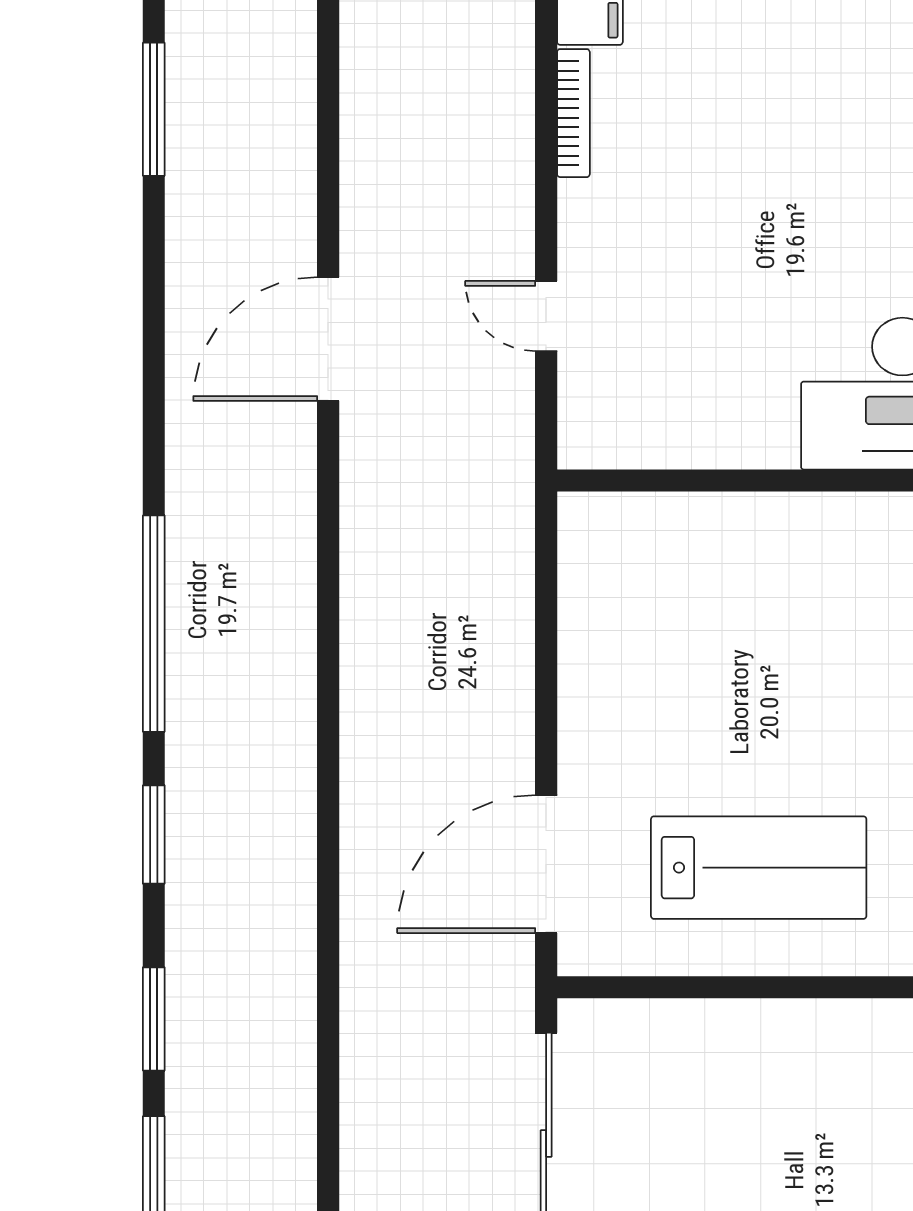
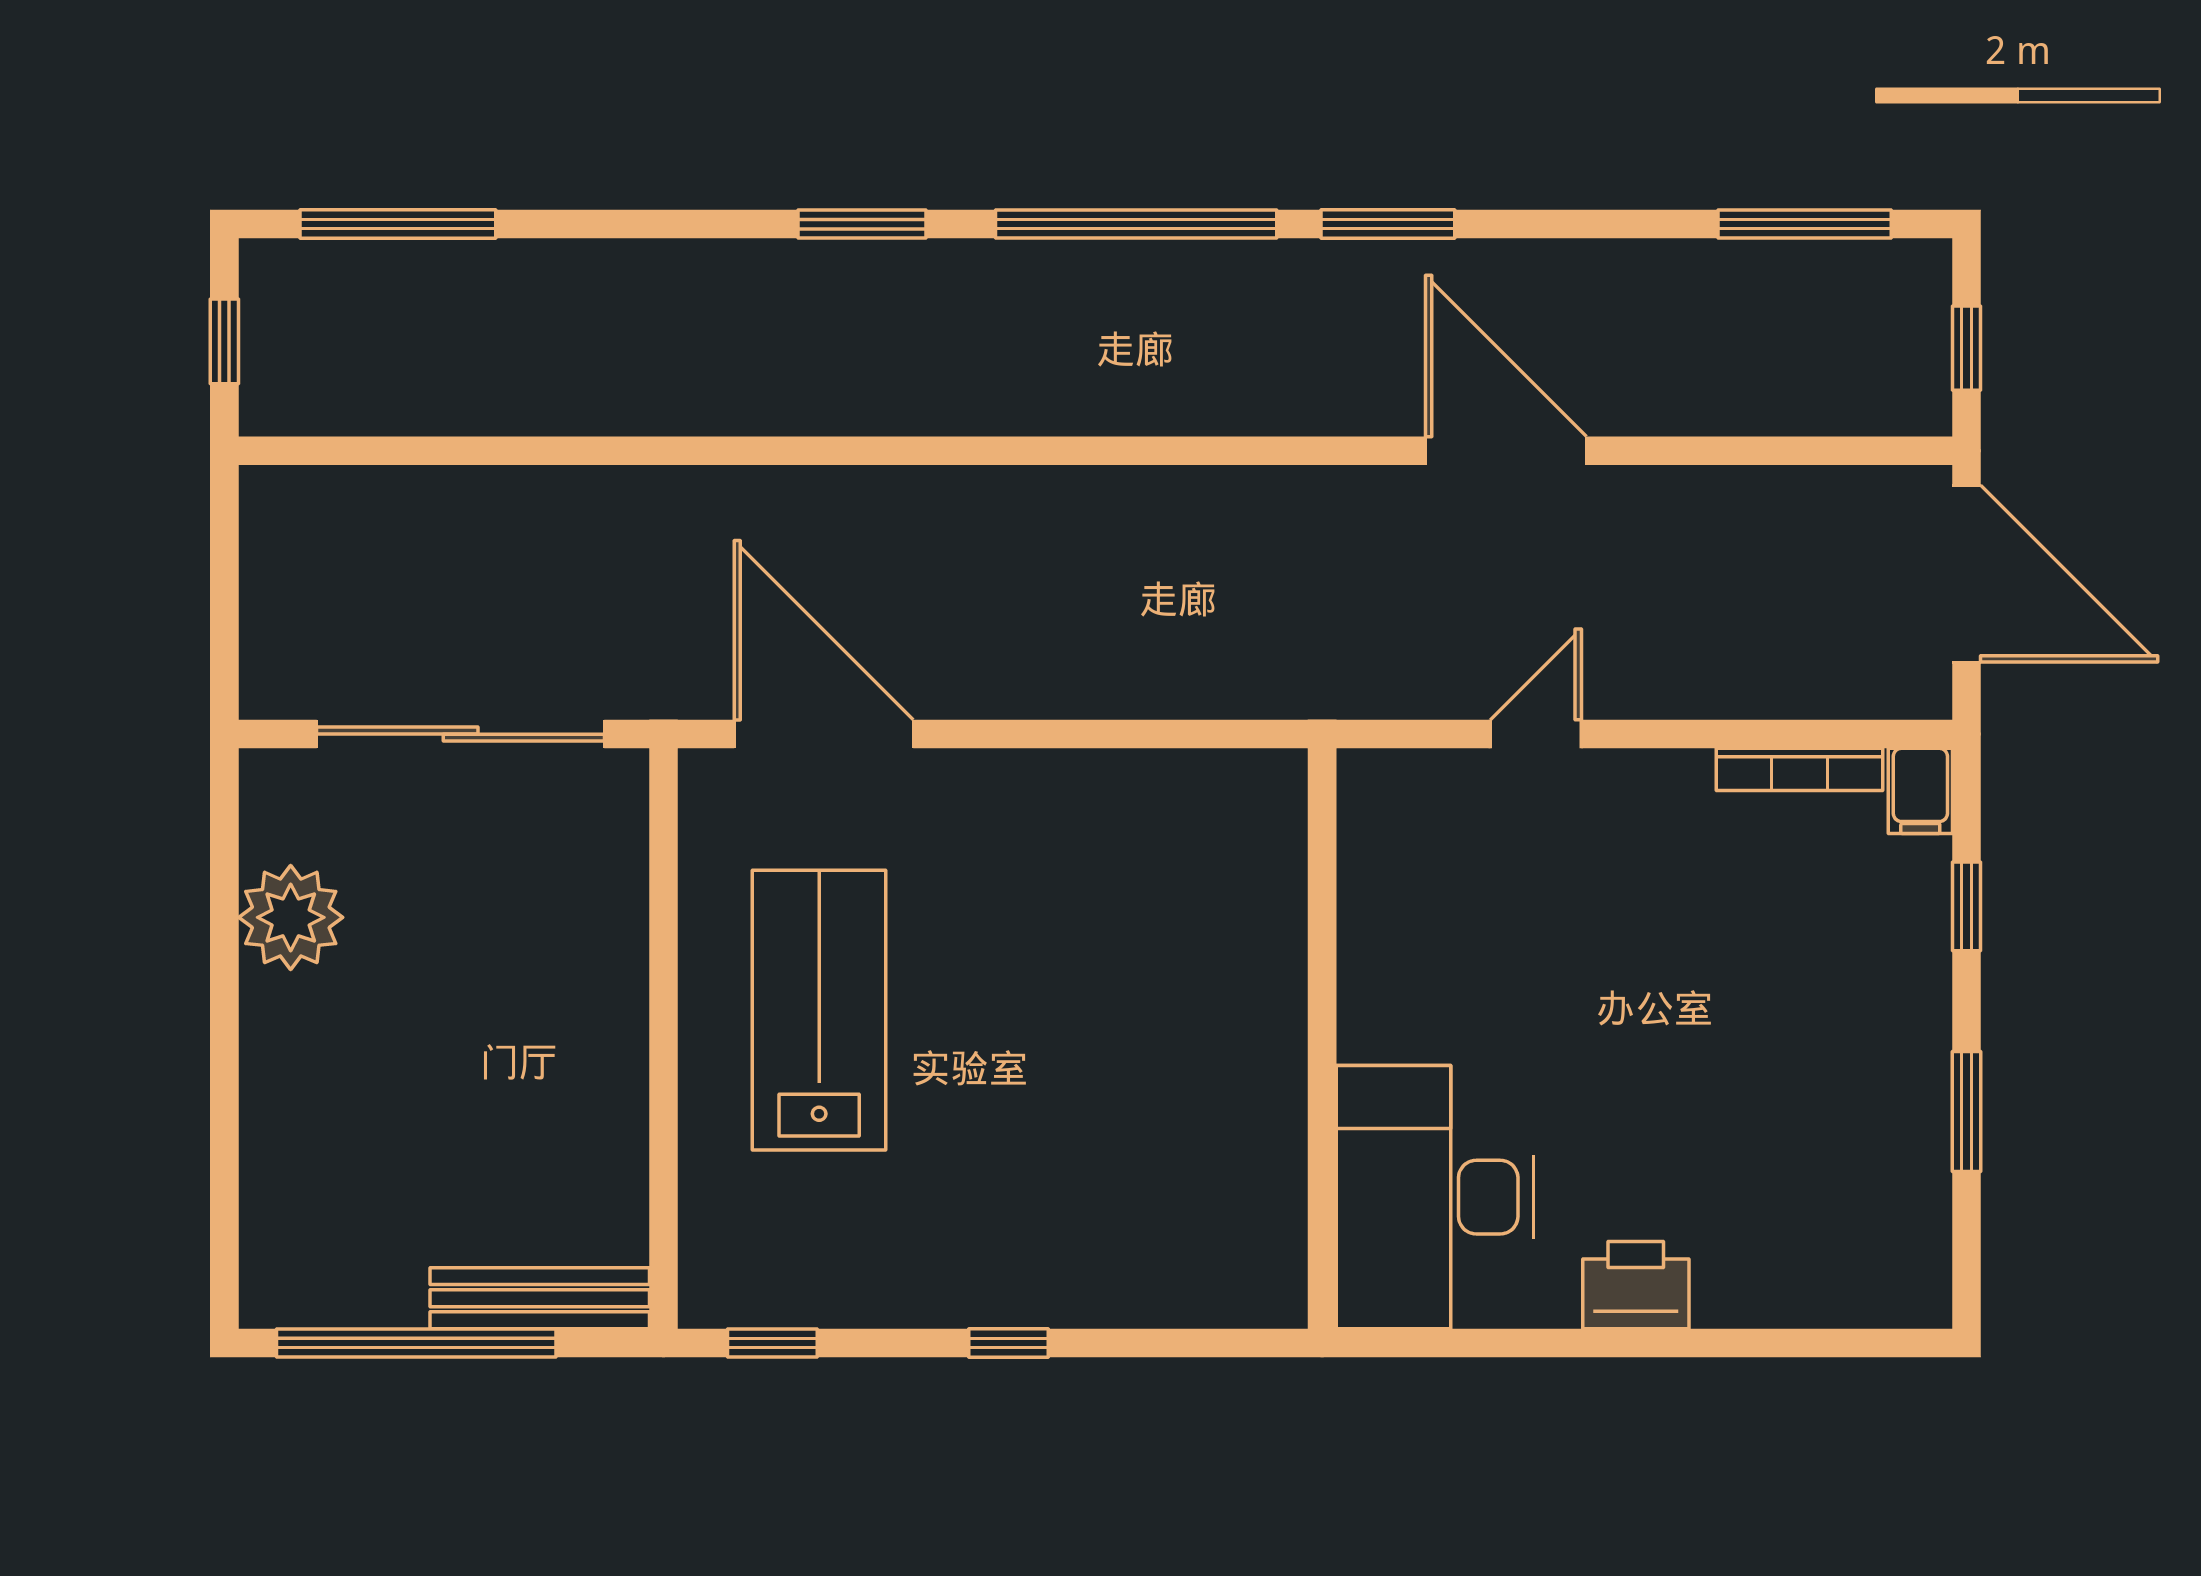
lab bench: (759, 868) -> (819, 1010), turned 180
window: (154, 1019) -> (1388, 224), moved

